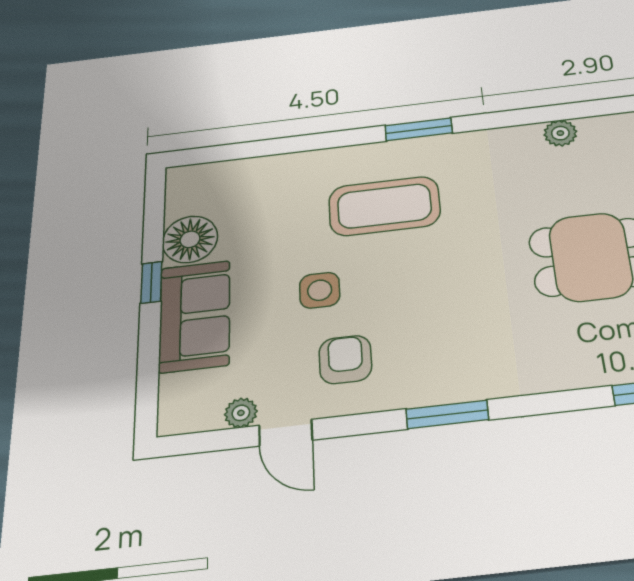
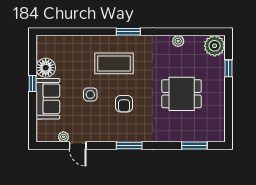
armchair: (345, 360) -> (124, 104), moved, turned 180

